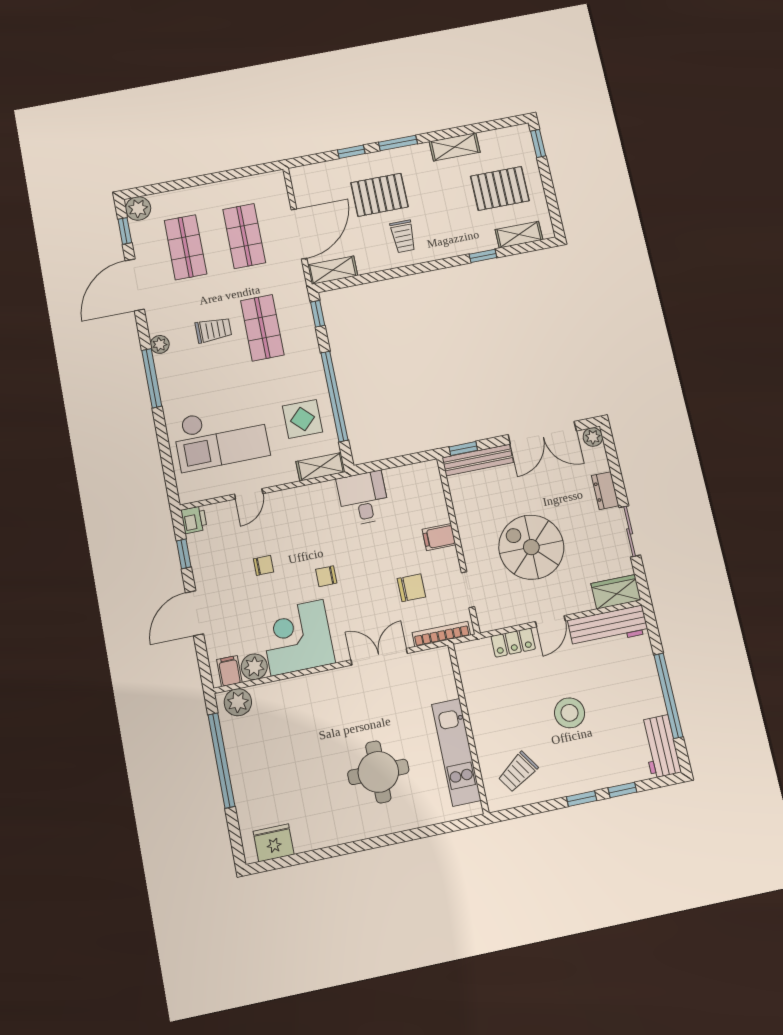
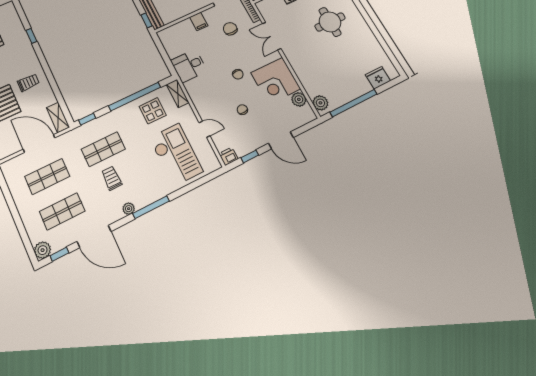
shelving: (519, 235) -> (14, 20), removed
filing cabinet: (229, 671) -> (306, 112), removed
fridge: (274, 843) -> (378, 78), moved, turned 90

